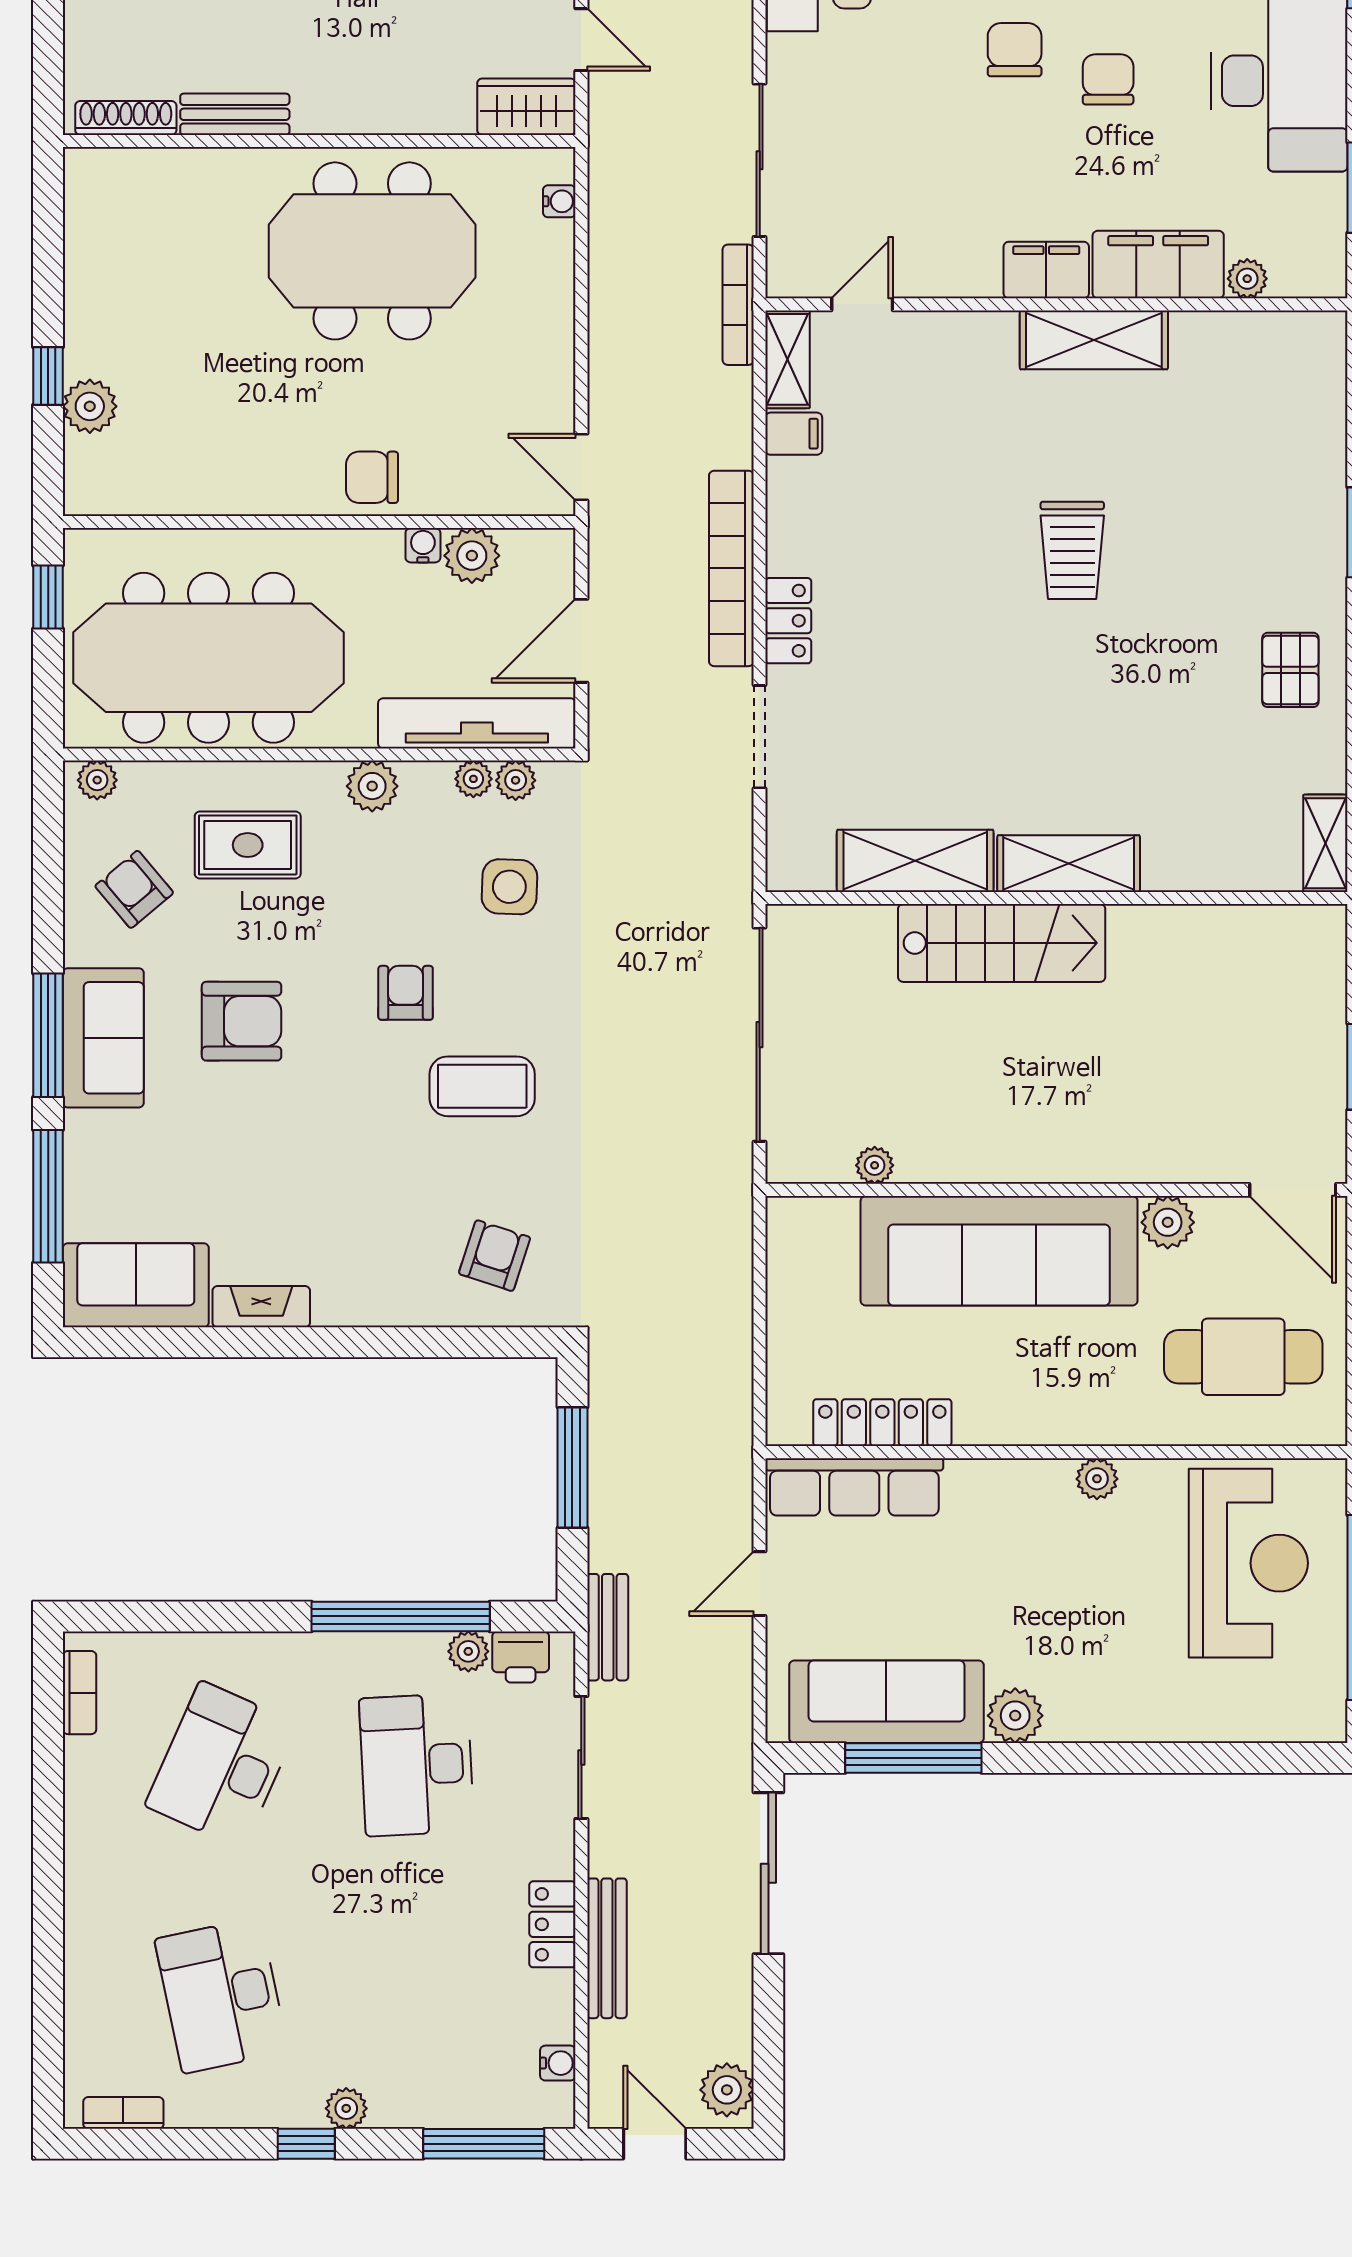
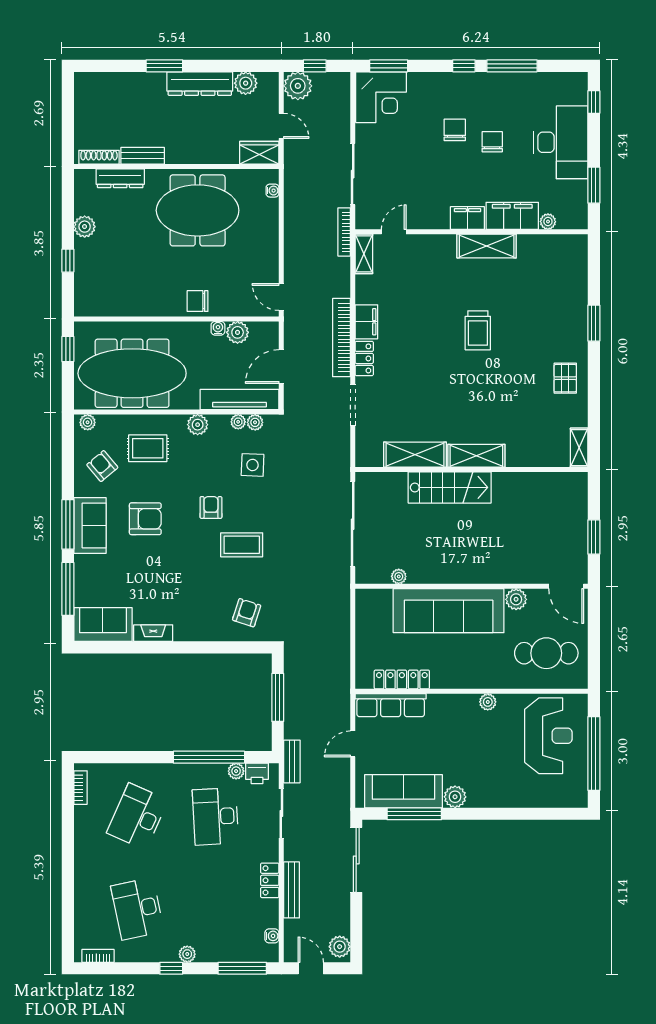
dresser: (179, 171) -> (120, 178), added
plant: (90, 406) -> (85, 227), moved
filing cabinet: (794, 434) -> (366, 322), moved, width x2.00

